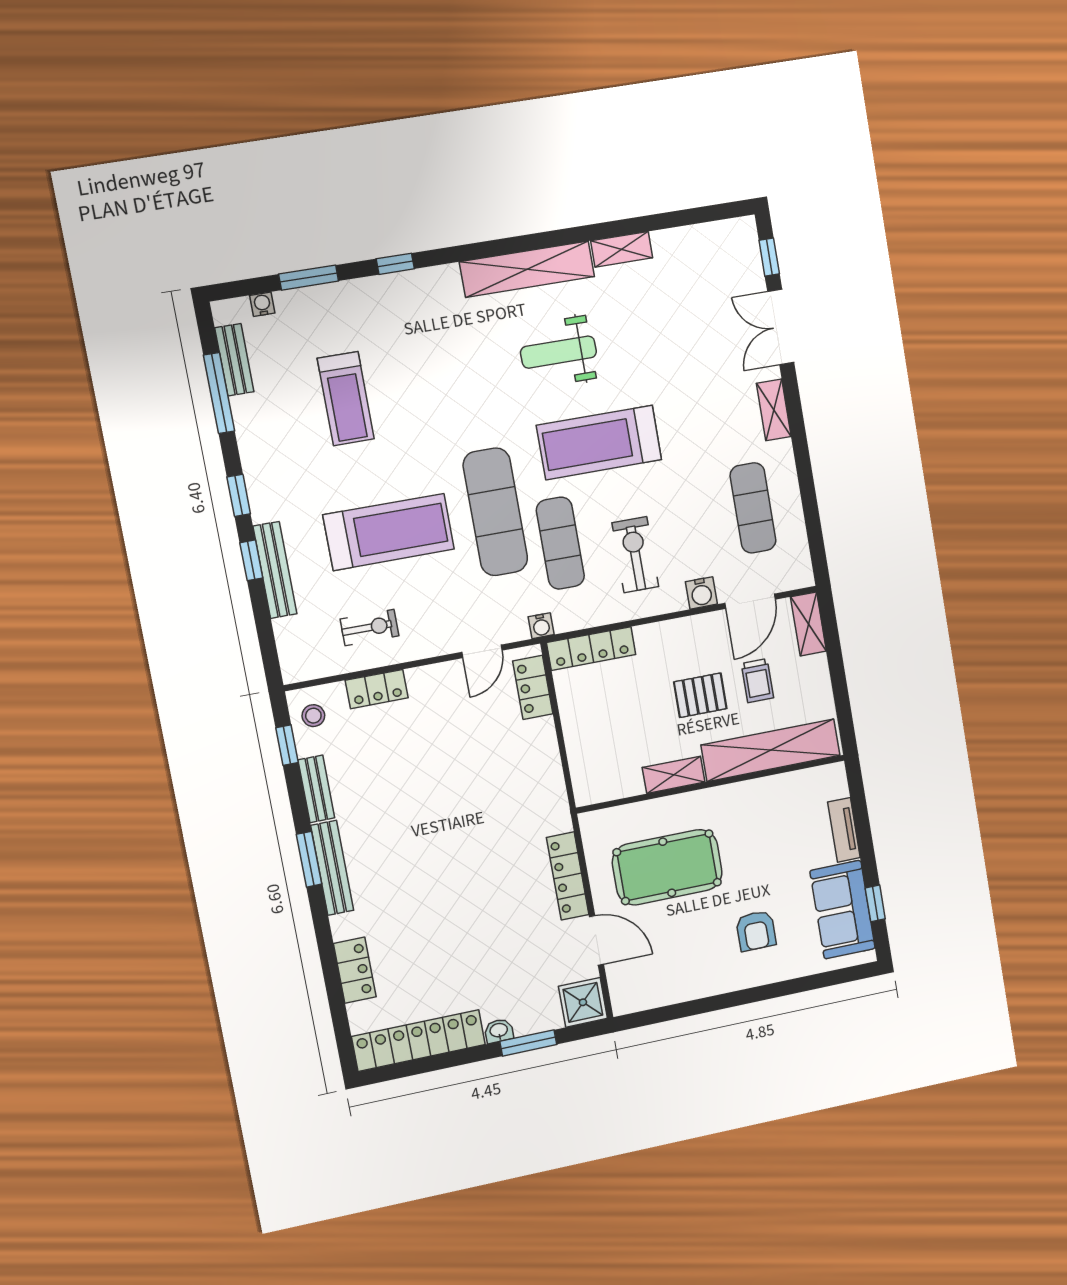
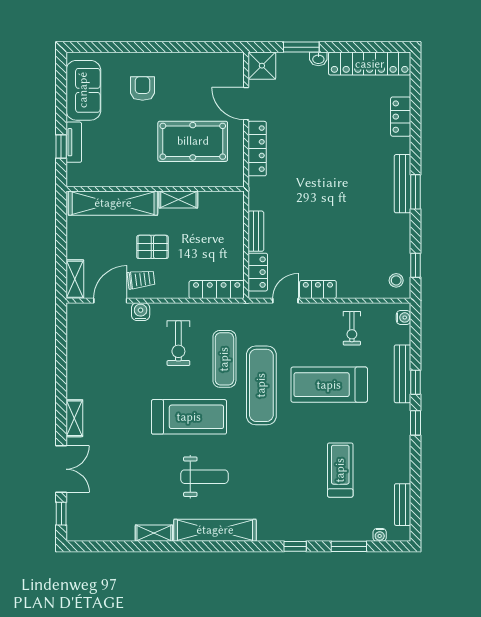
window: (219, 393) -> (416, 486), removed
exercise mat: (753, 508) -> (98, 359), removed
water cooler: (541, 626) -> (404, 317), moved, turned 90
exercise bike: (369, 627) -> (352, 328), turned -90
trolley: (757, 681) -> (141, 279), moved, turned 83
locker: (377, 689) -> (318, 289), moved
bench: (316, 789) -> (256, 231), moved
window: (875, 903) -> (61, 147), moved

